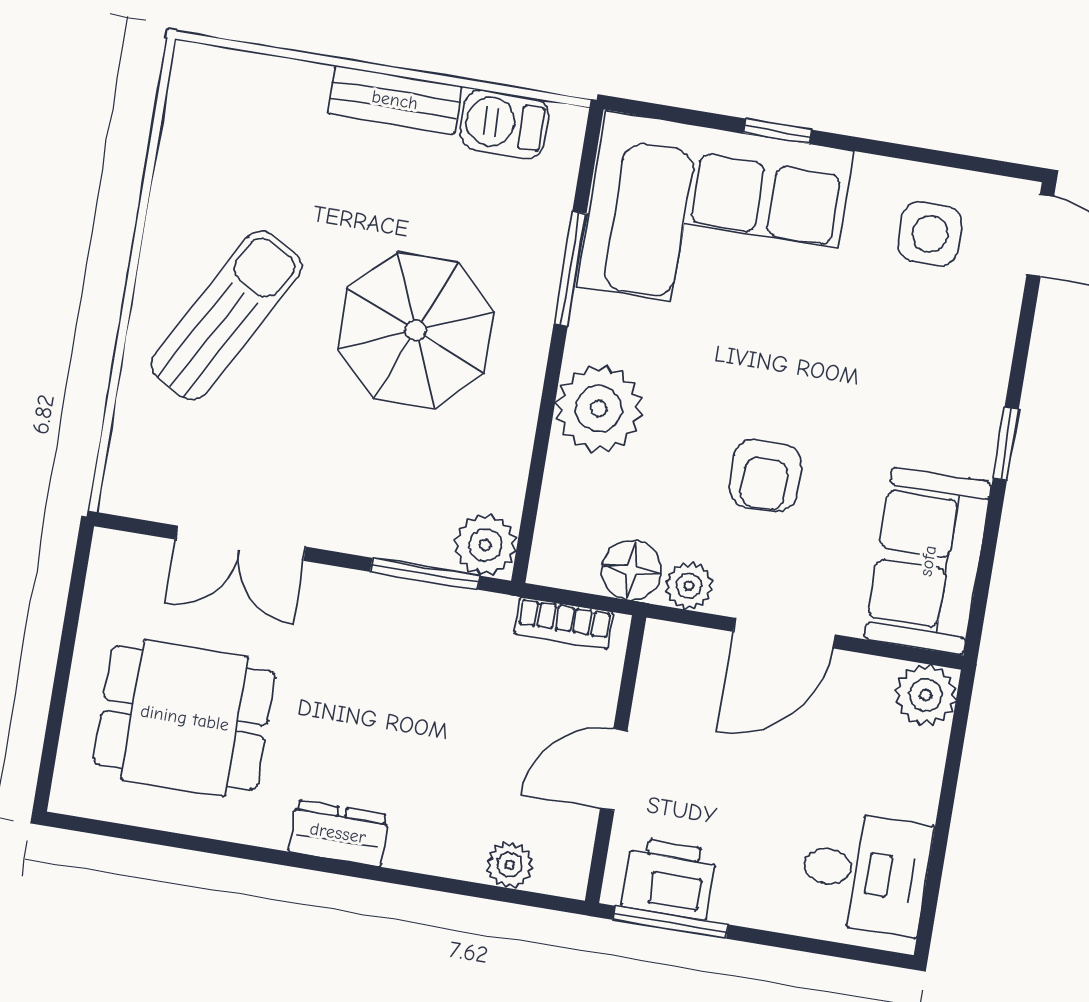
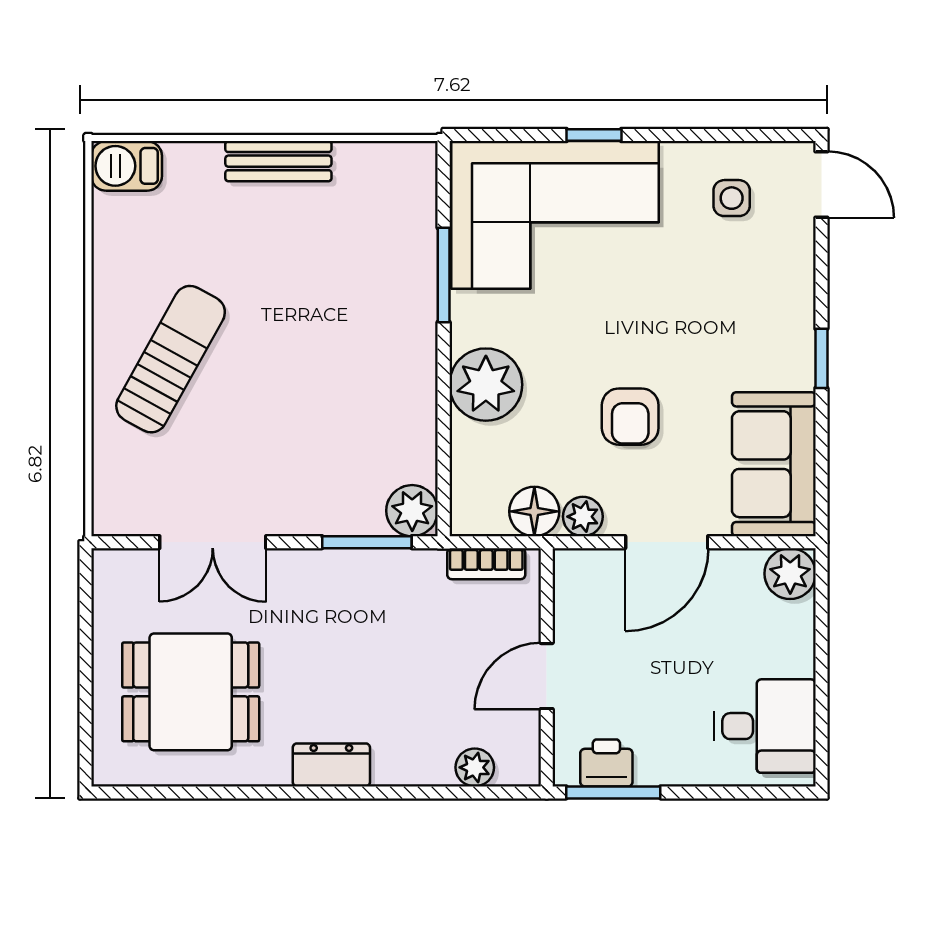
barbecue: (504, 124) -> (127, 166), moved
side table: (930, 234) -> (732, 198), width x0.73, depth x0.73
parasol: (416, 330) -> (327, 346), removed
printer: (669, 879) -> (606, 763), width x0.73, depth x0.81

